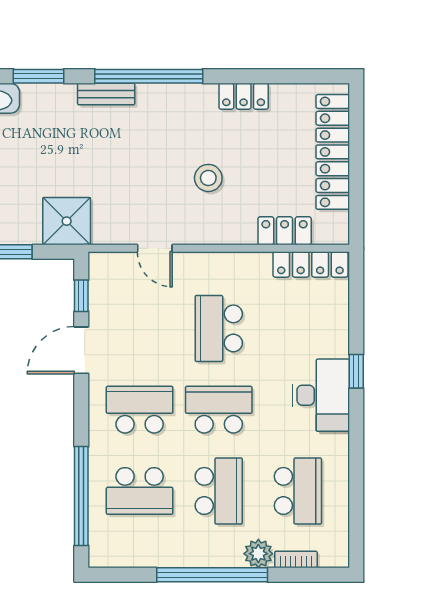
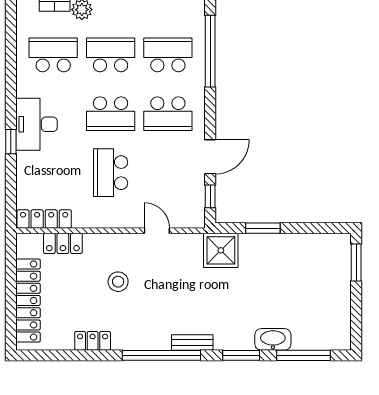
school desk: (219, 328) -> (111, 173), turned 180
school desk: (219, 491) -> (111, 55), turned 90
school desk: (298, 491) -> (53, 55), turned 90

